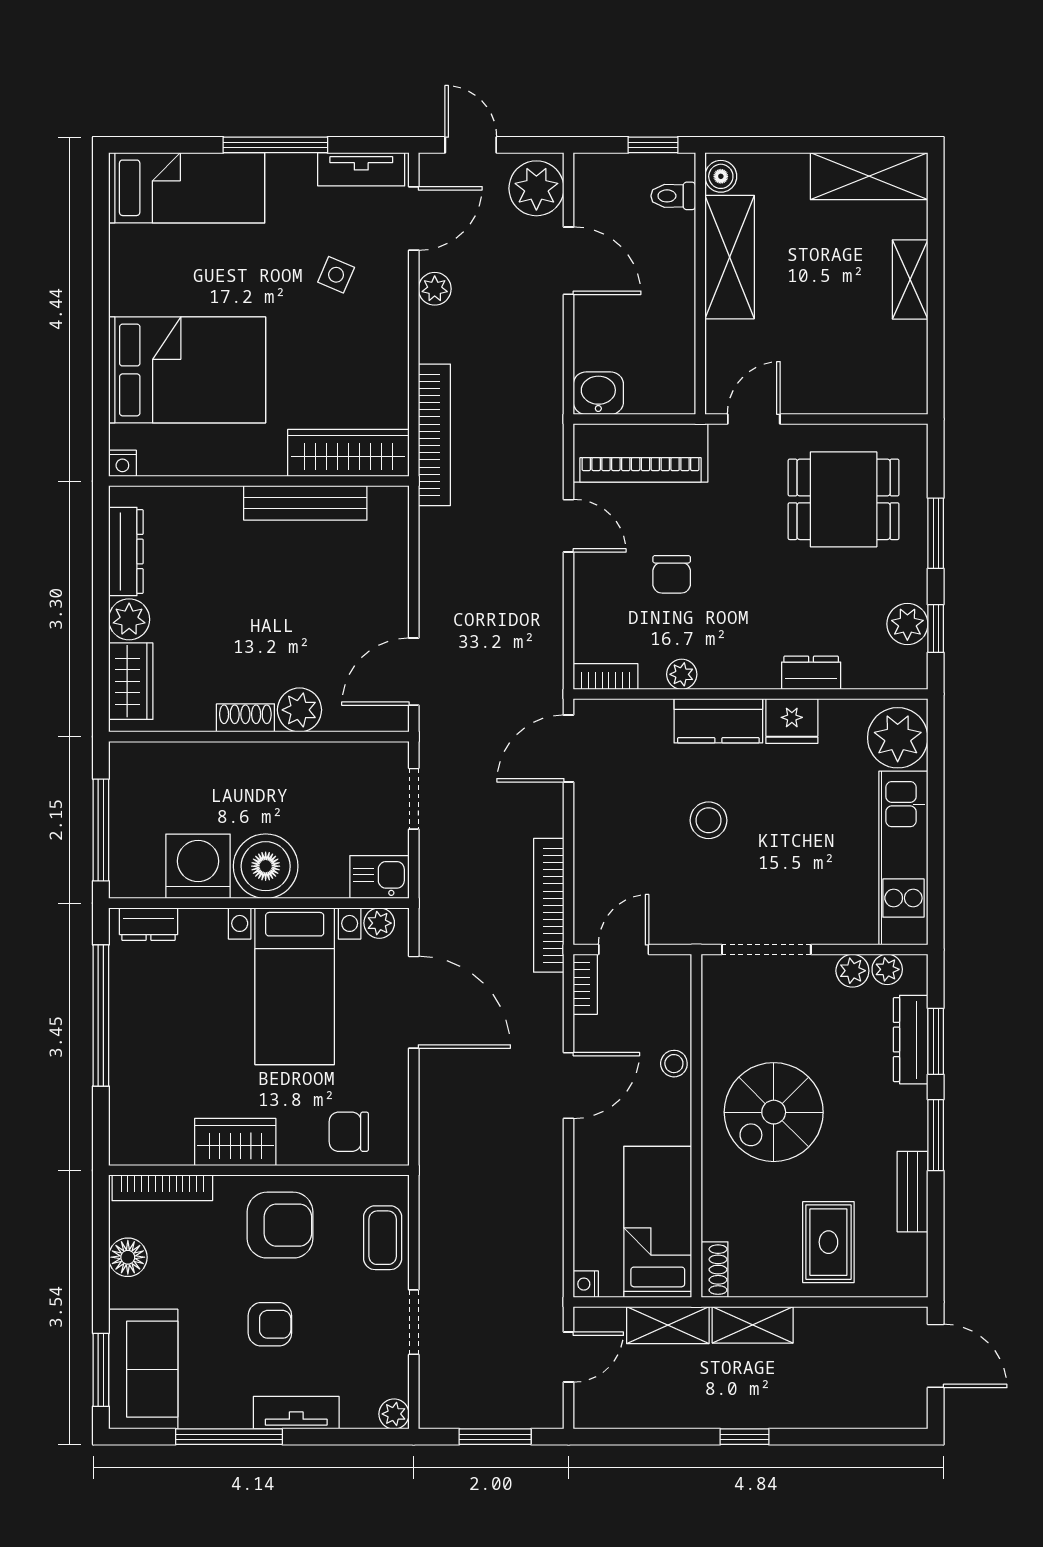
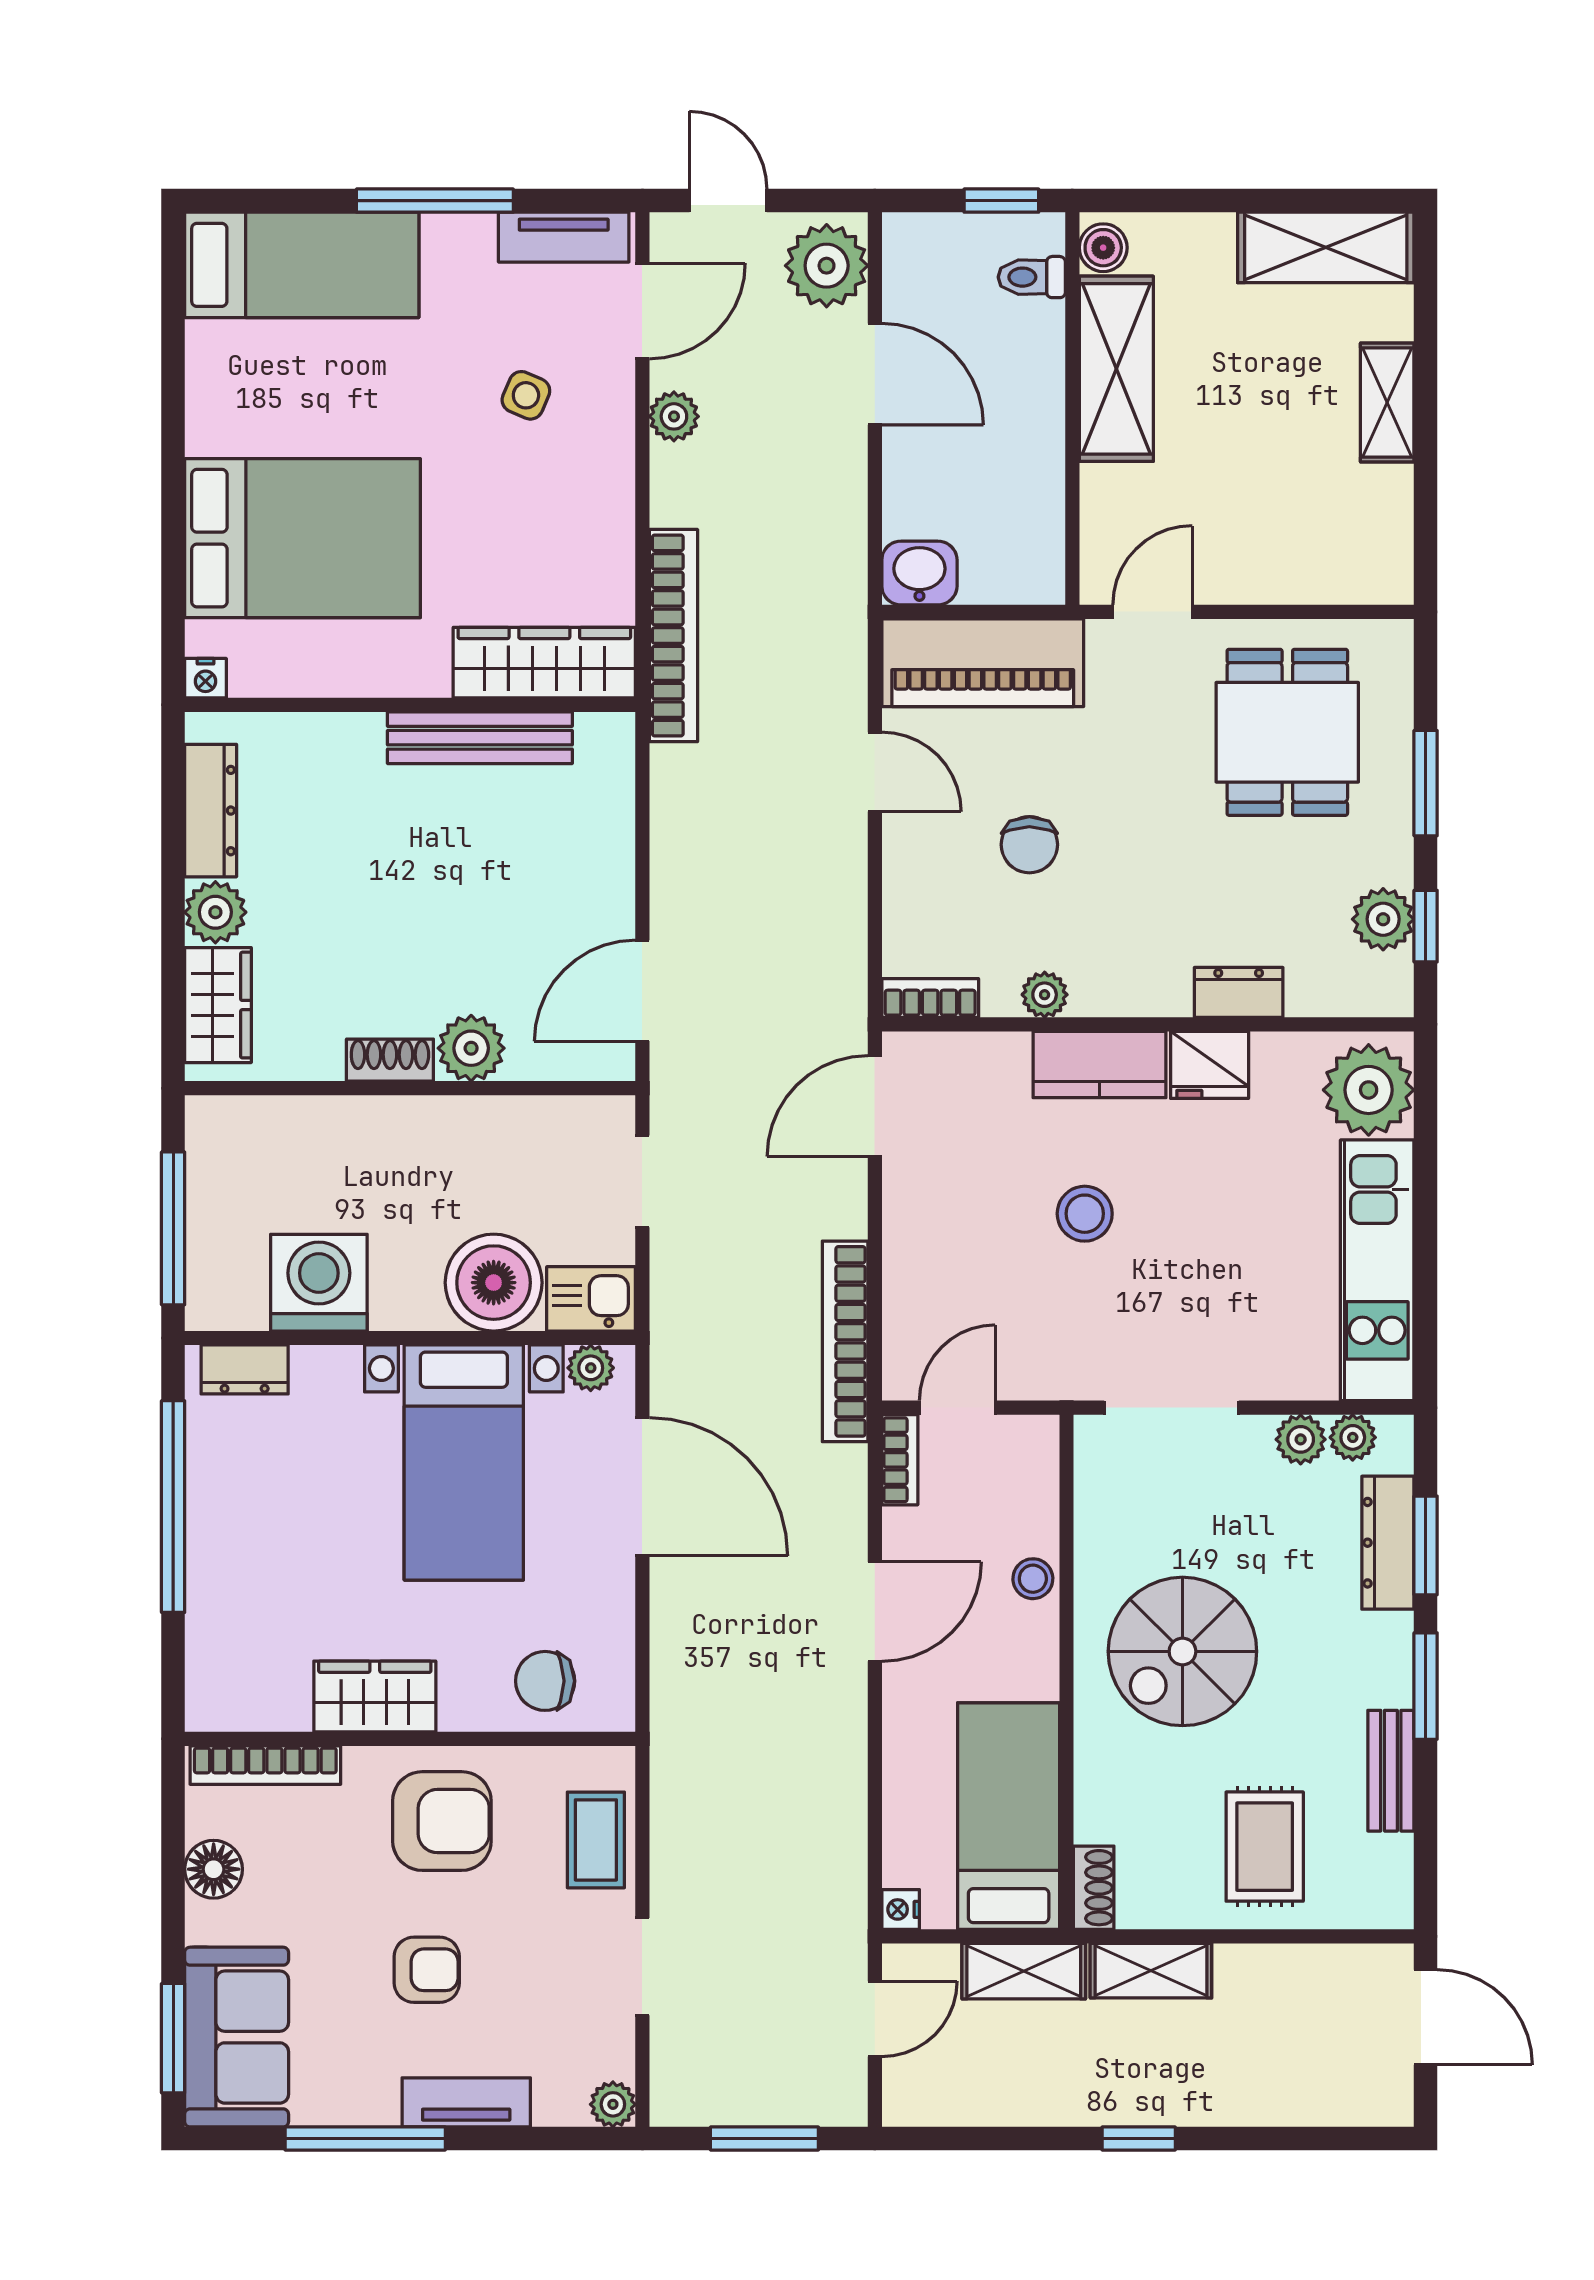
dining table: (844, 499) -> (1287, 732), turned 90
boiler: (266, 866) -> (494, 1283), moved

